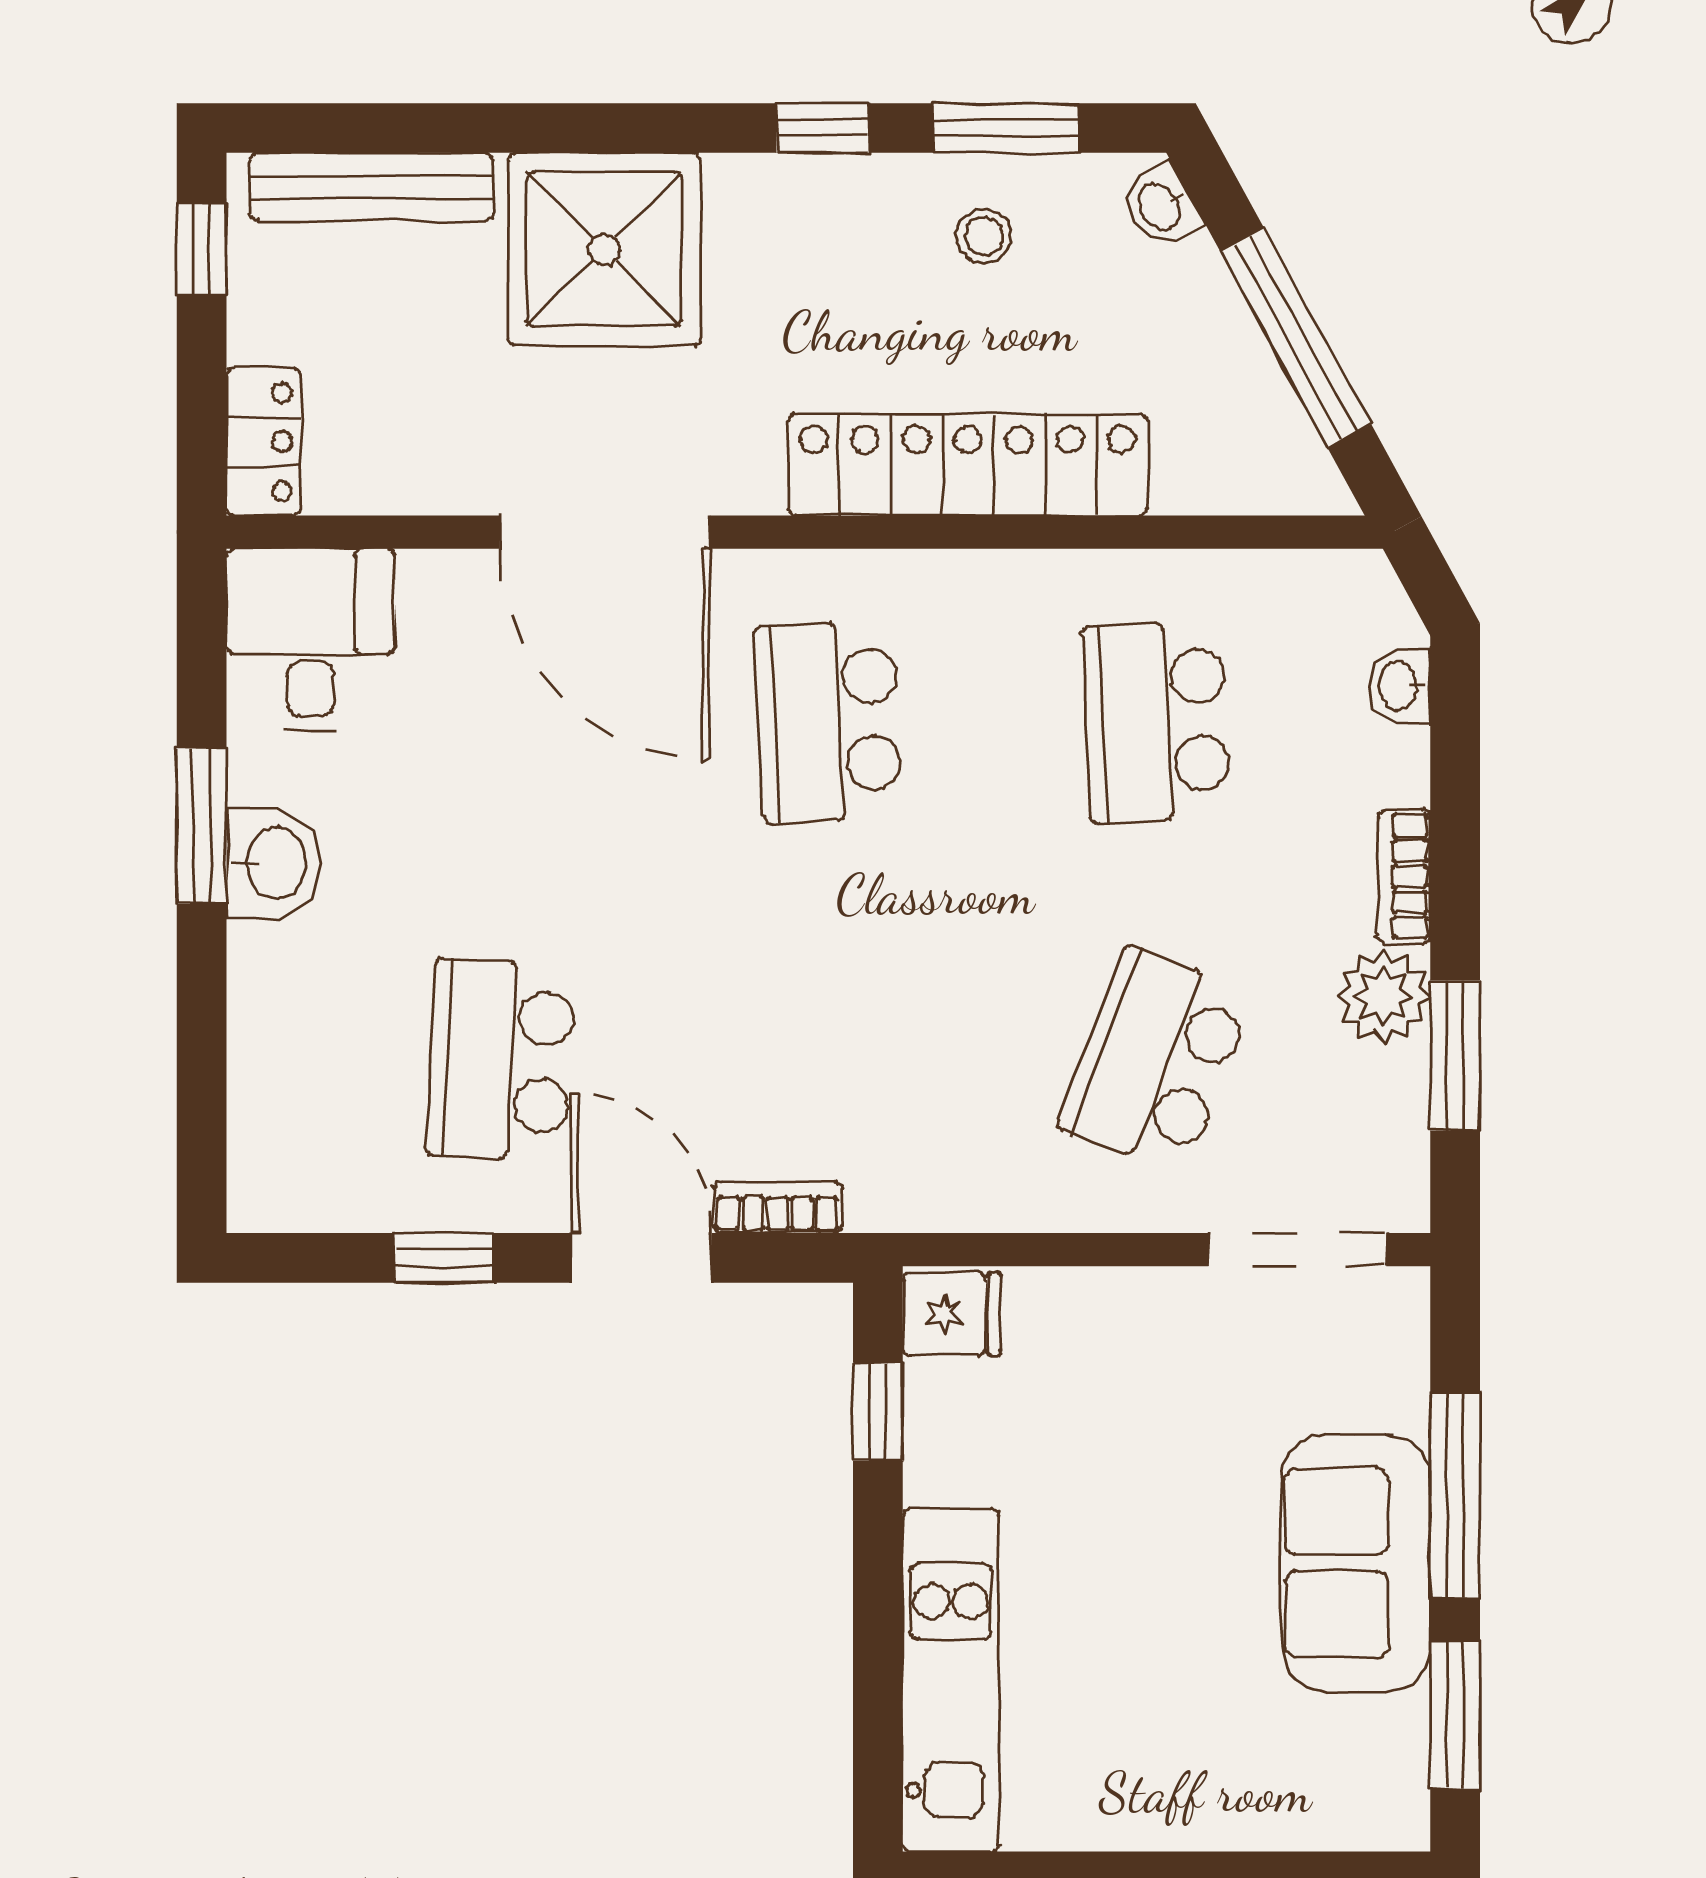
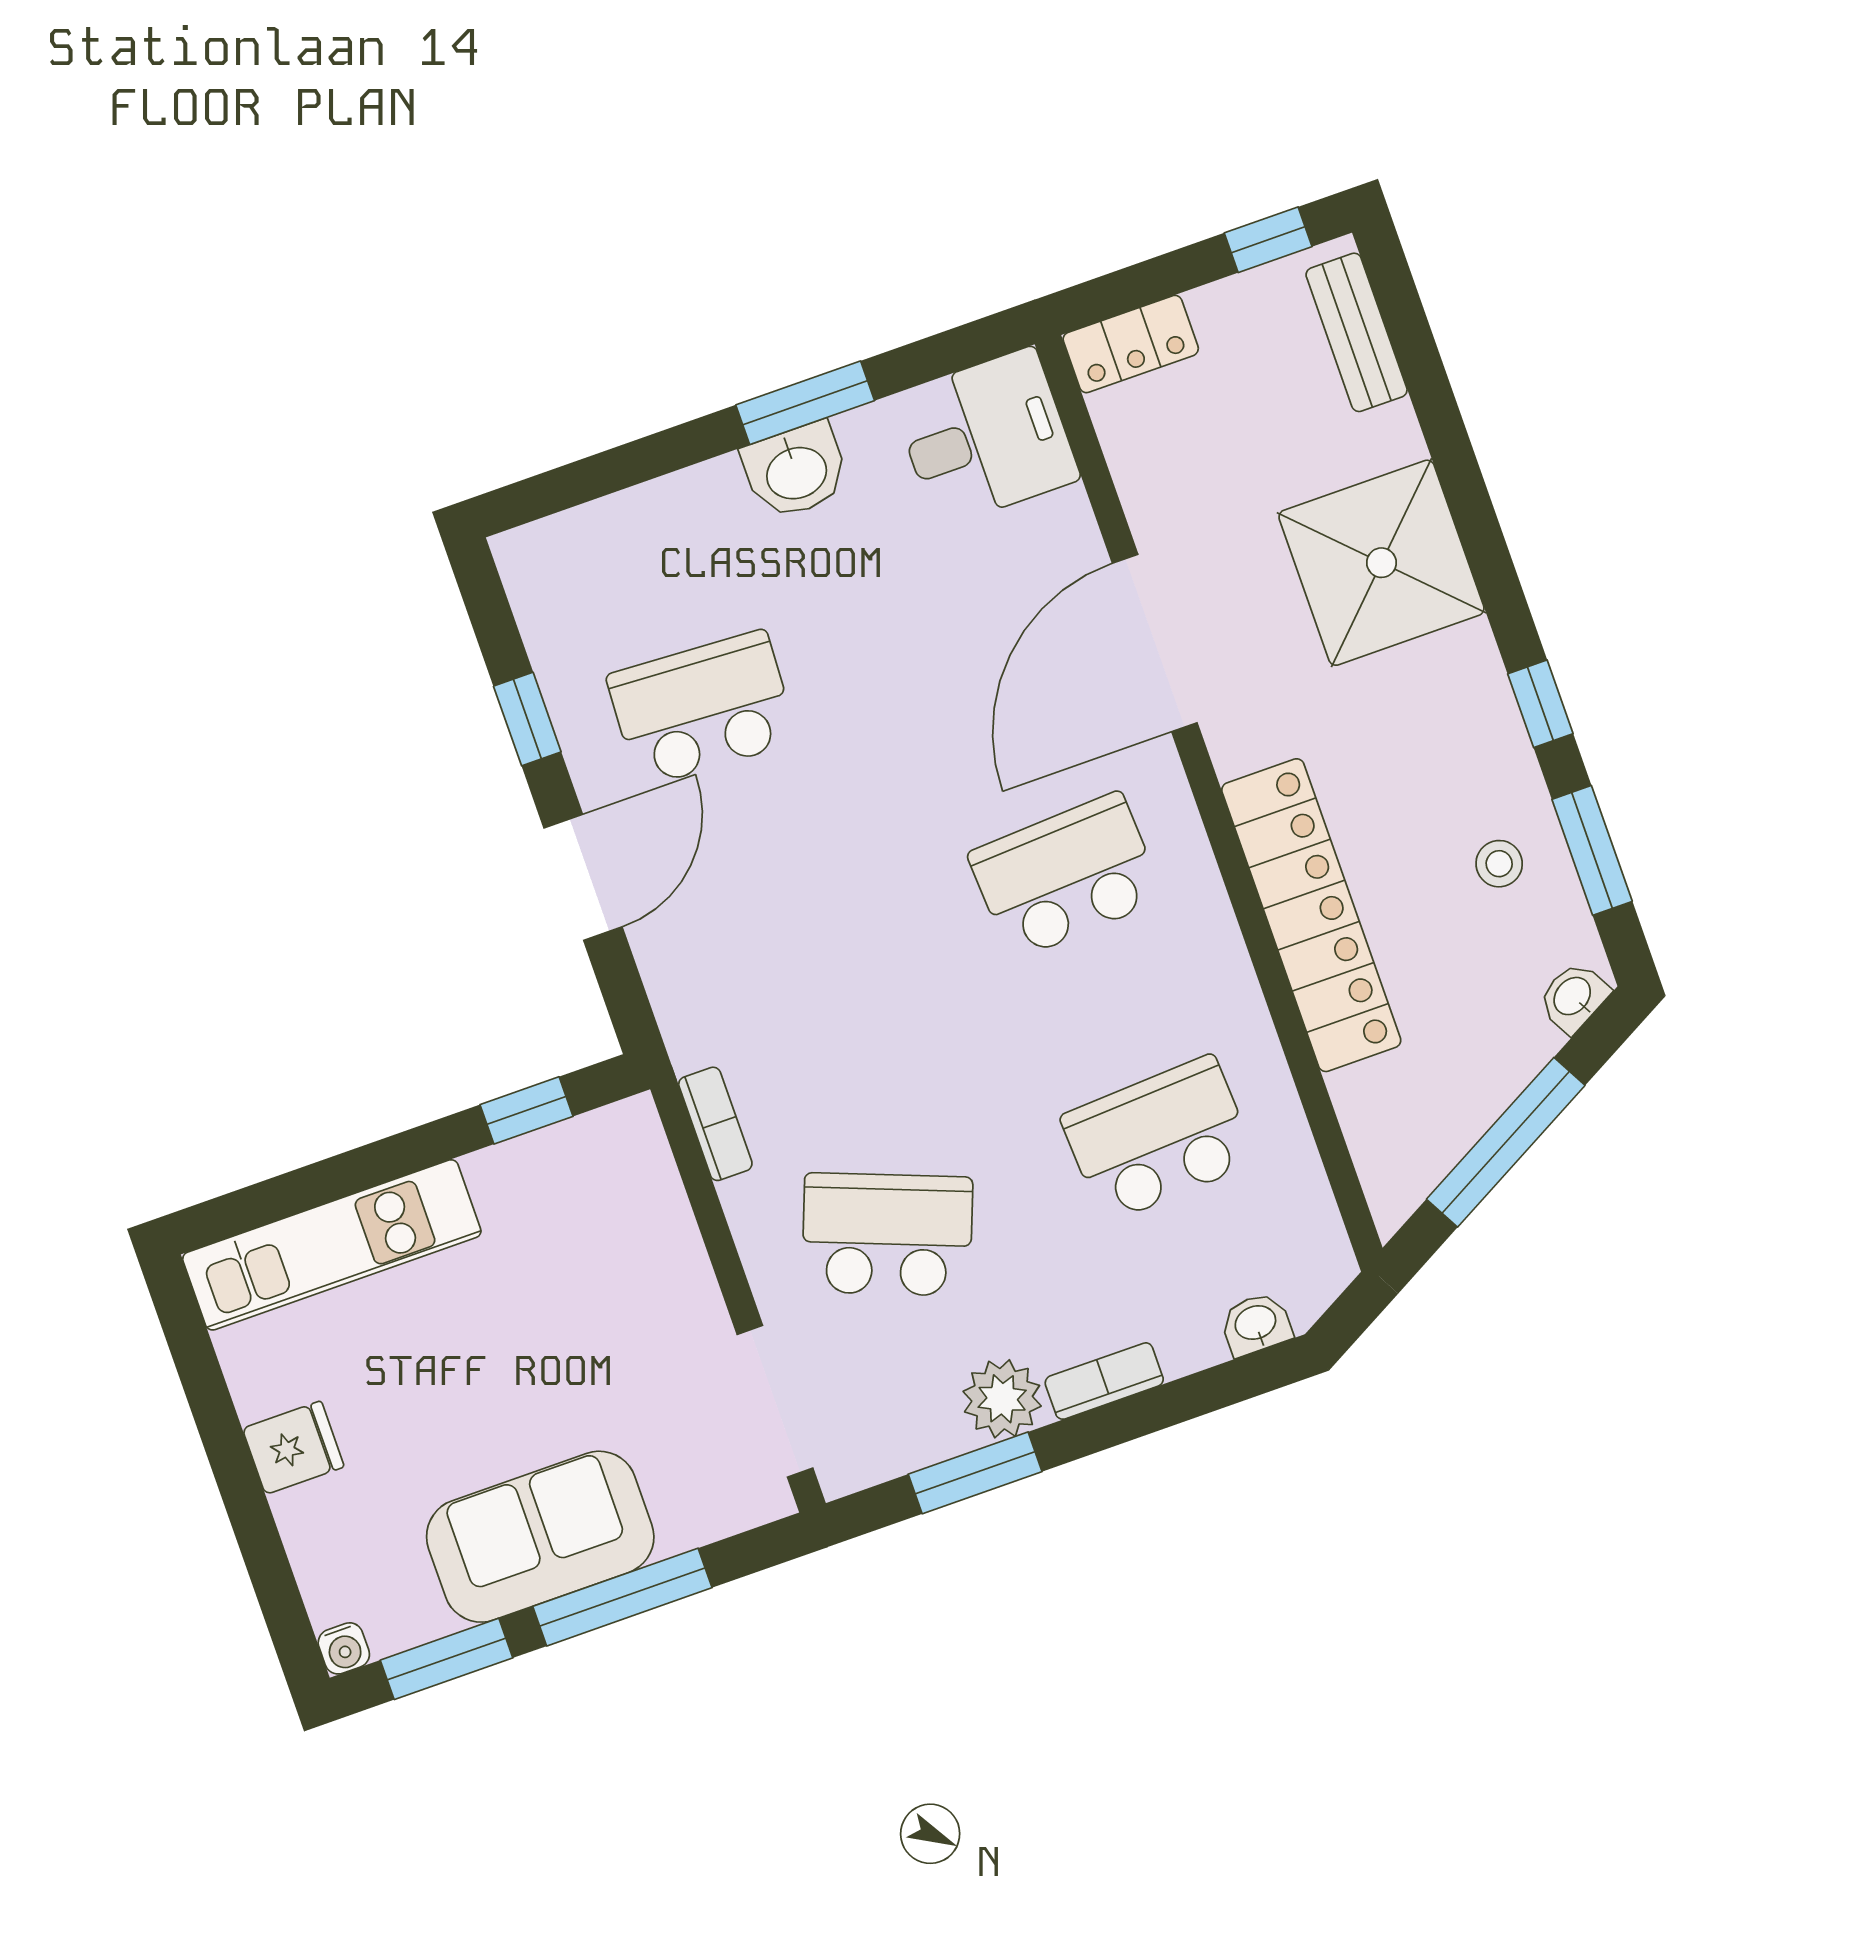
bench: (371, 187) -> (1357, 332), width x0.73
bookcase: (778, 1207) -> (715, 1124), moved
fridge: (952, 1314) -> (293, 1448), moved, turned -90
water cooler: (1403, 1824) -> (344, 1648), added

